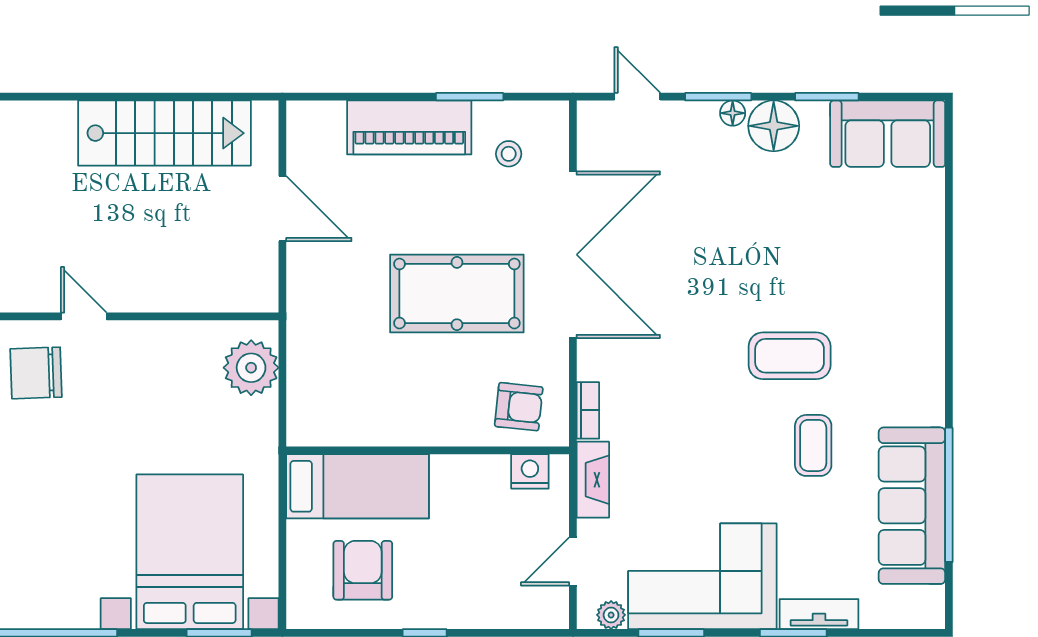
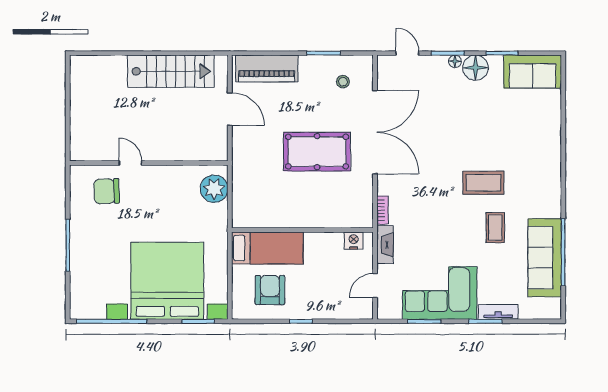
piano: (409, 127) -> (267, 69), moved
armchair: (519, 407) -> (348, 208), removed
bed with nightstands: (190, 552) -> (167, 281), width x1.36
plant: (611, 615) -> (394, 312), removed

